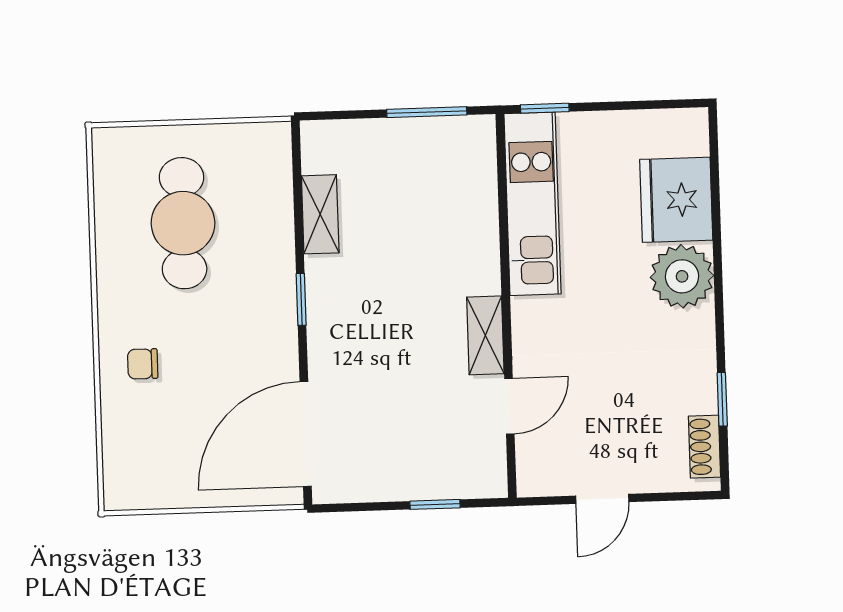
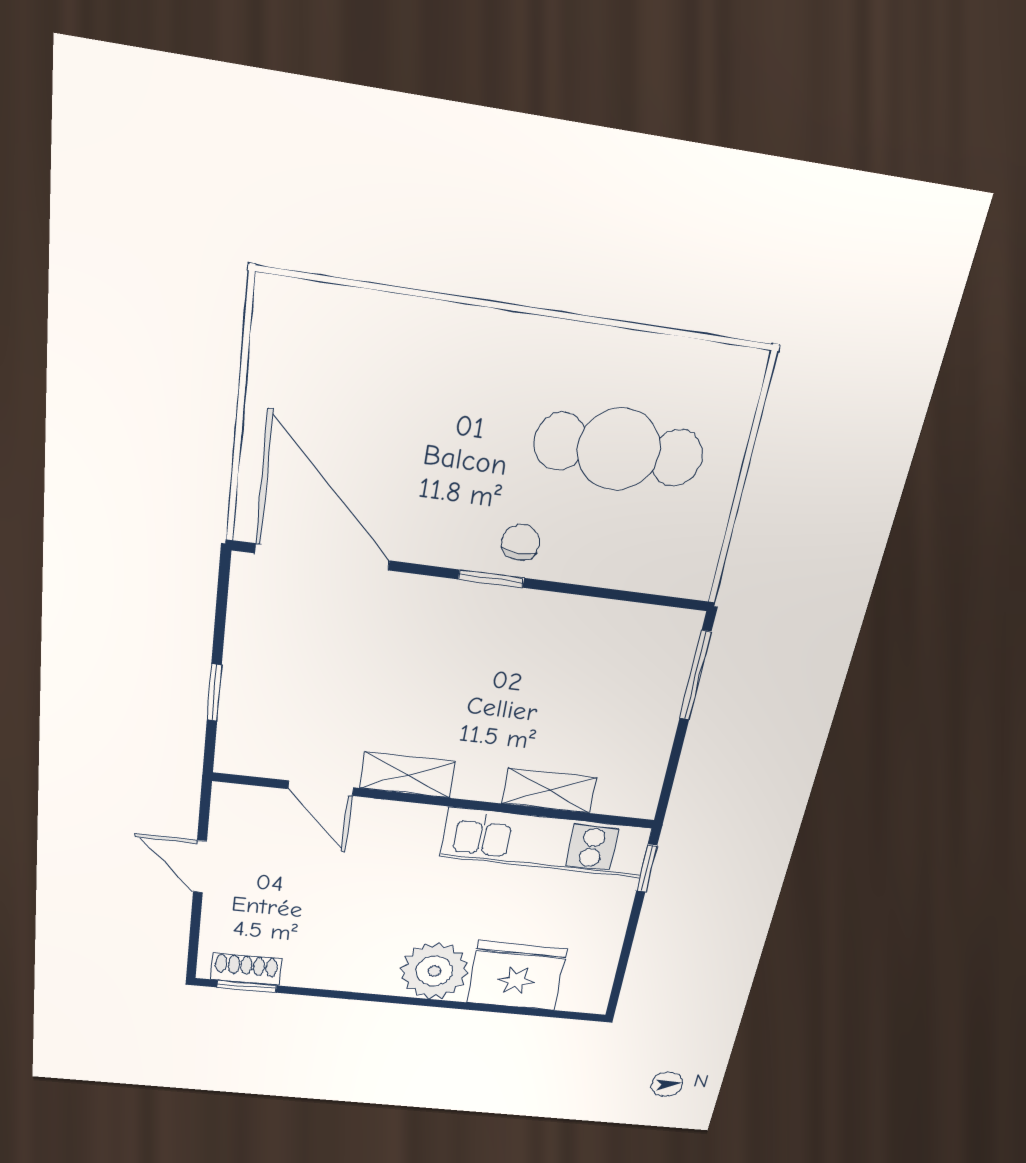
window: (427, 112) -> (695, 675), moved
shelving: (320, 214) -> (549, 790), moved
chair: (143, 364) -> (521, 542), moved
window: (722, 399) -> (247, 986), moved

